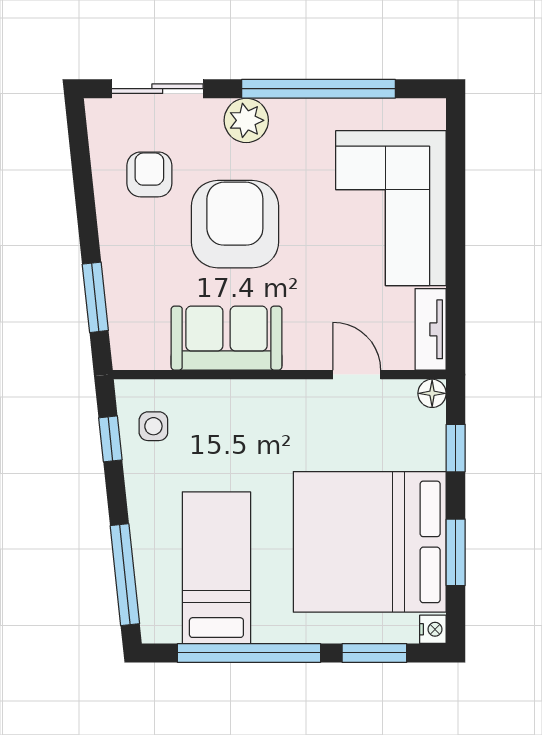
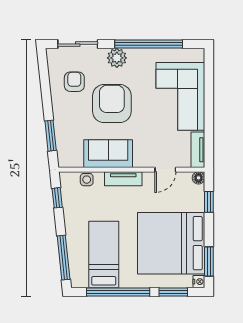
door: (357, 375) -> (165, 170), swing flipped
tv unit: (261, 395) -> (123, 179), added
side table: (153, 426) -> (87, 180), moved
window: (456, 552) -> (209, 261), moved

